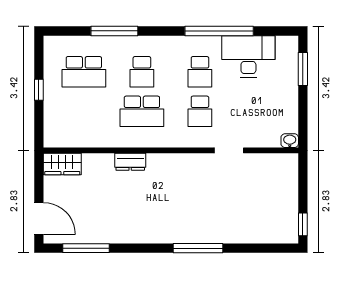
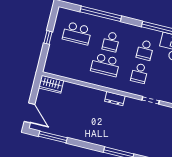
window: (114, 31) -> (101, 14), width x1.46
dresser: (130, 162) -> (115, 99), moved

